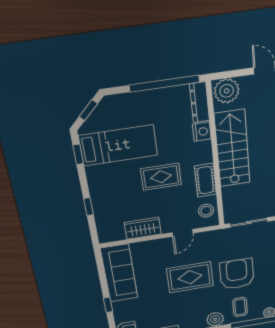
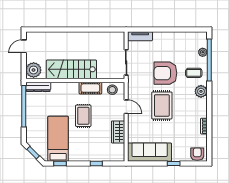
nightstand: (202, 132) -> (57, 87), removed

